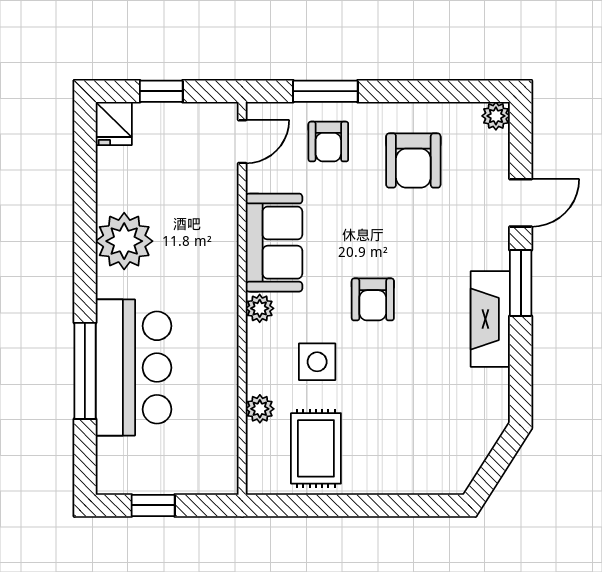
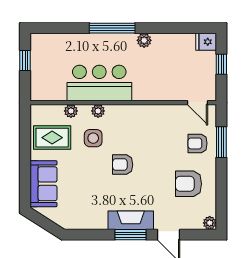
plant: (124, 241) -> (144, 40), width x0.53, depth x0.53
sofa: (274, 243) -> (44, 184), moved, turned -90
plant: (260, 308) -> (98, 111), moved
fireplace: (490, 319) -> (131, 220), moved
bar counter: (134, 368) -> (99, 83), moved, turned 180
window: (85, 371) -> (112, 28), moved

